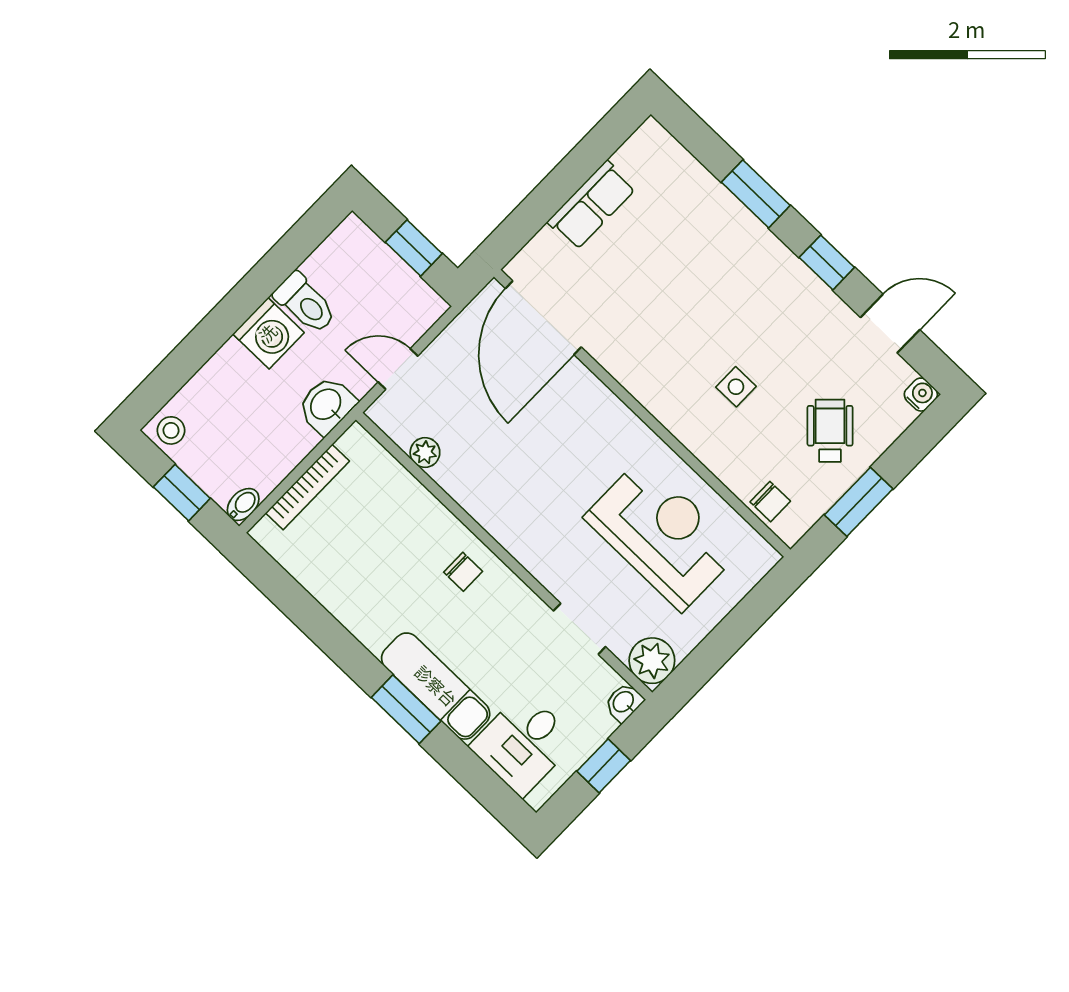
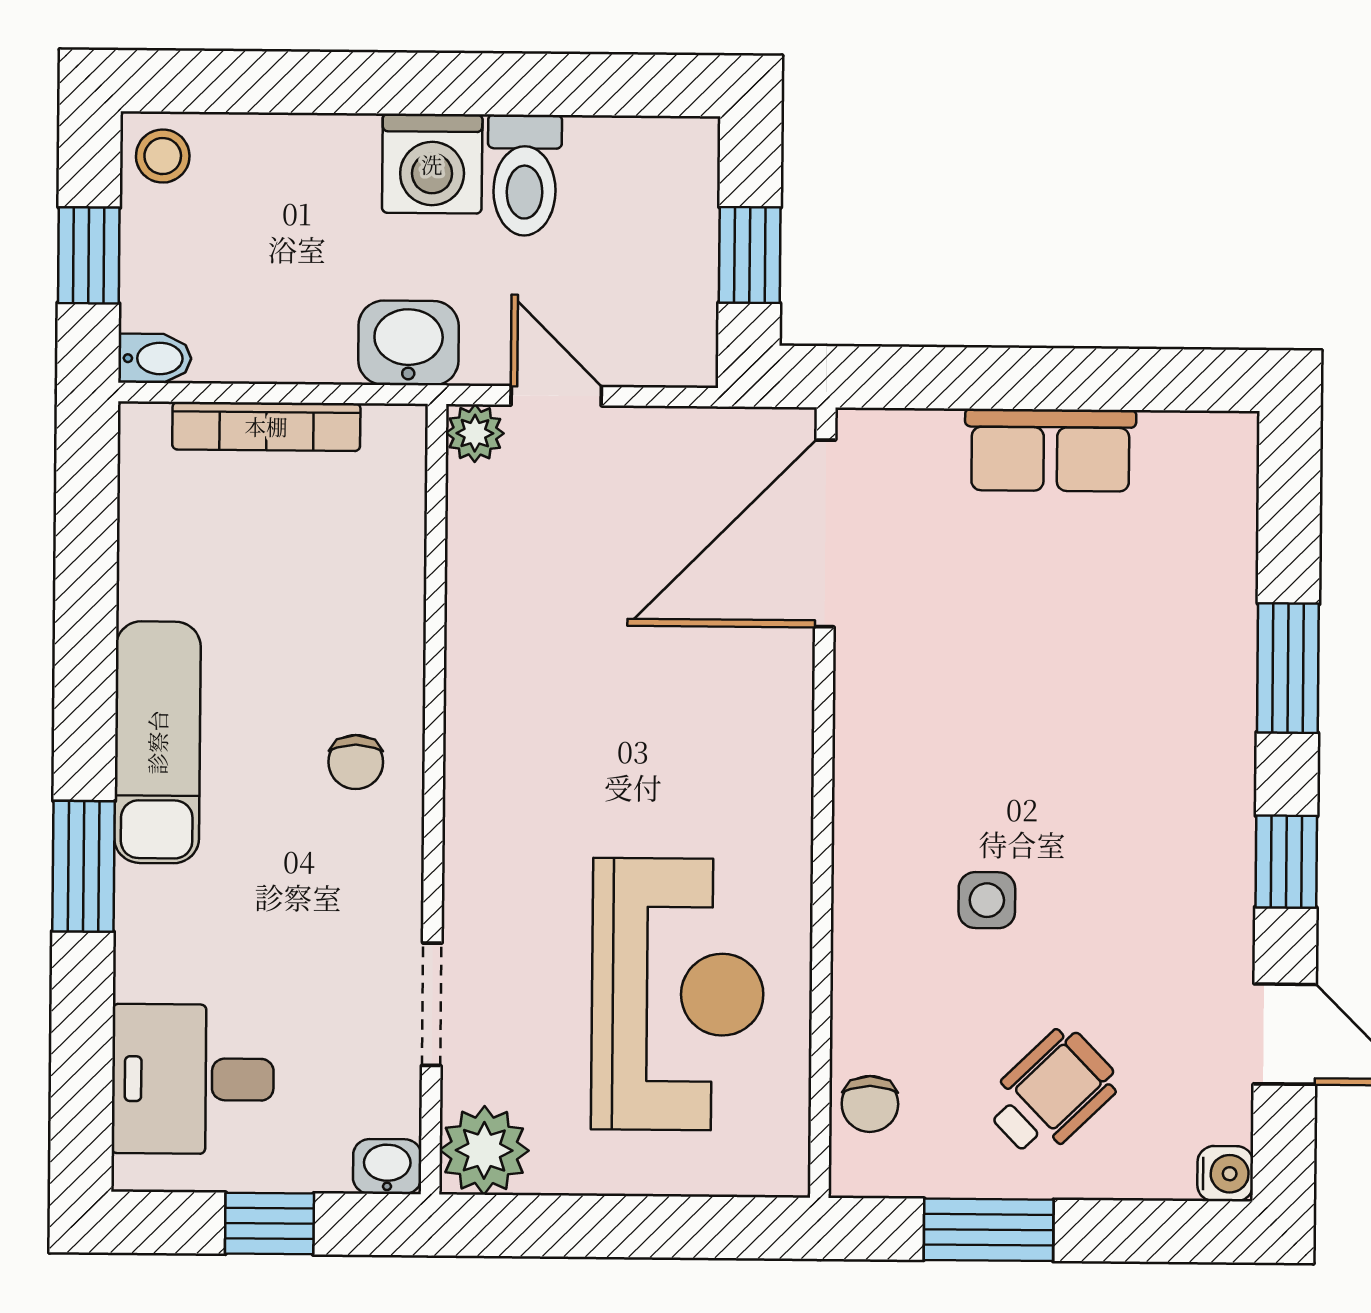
plant: (425, 452) -> (475, 433), moved
exam couch: (436, 686) -> (157, 742), moved

